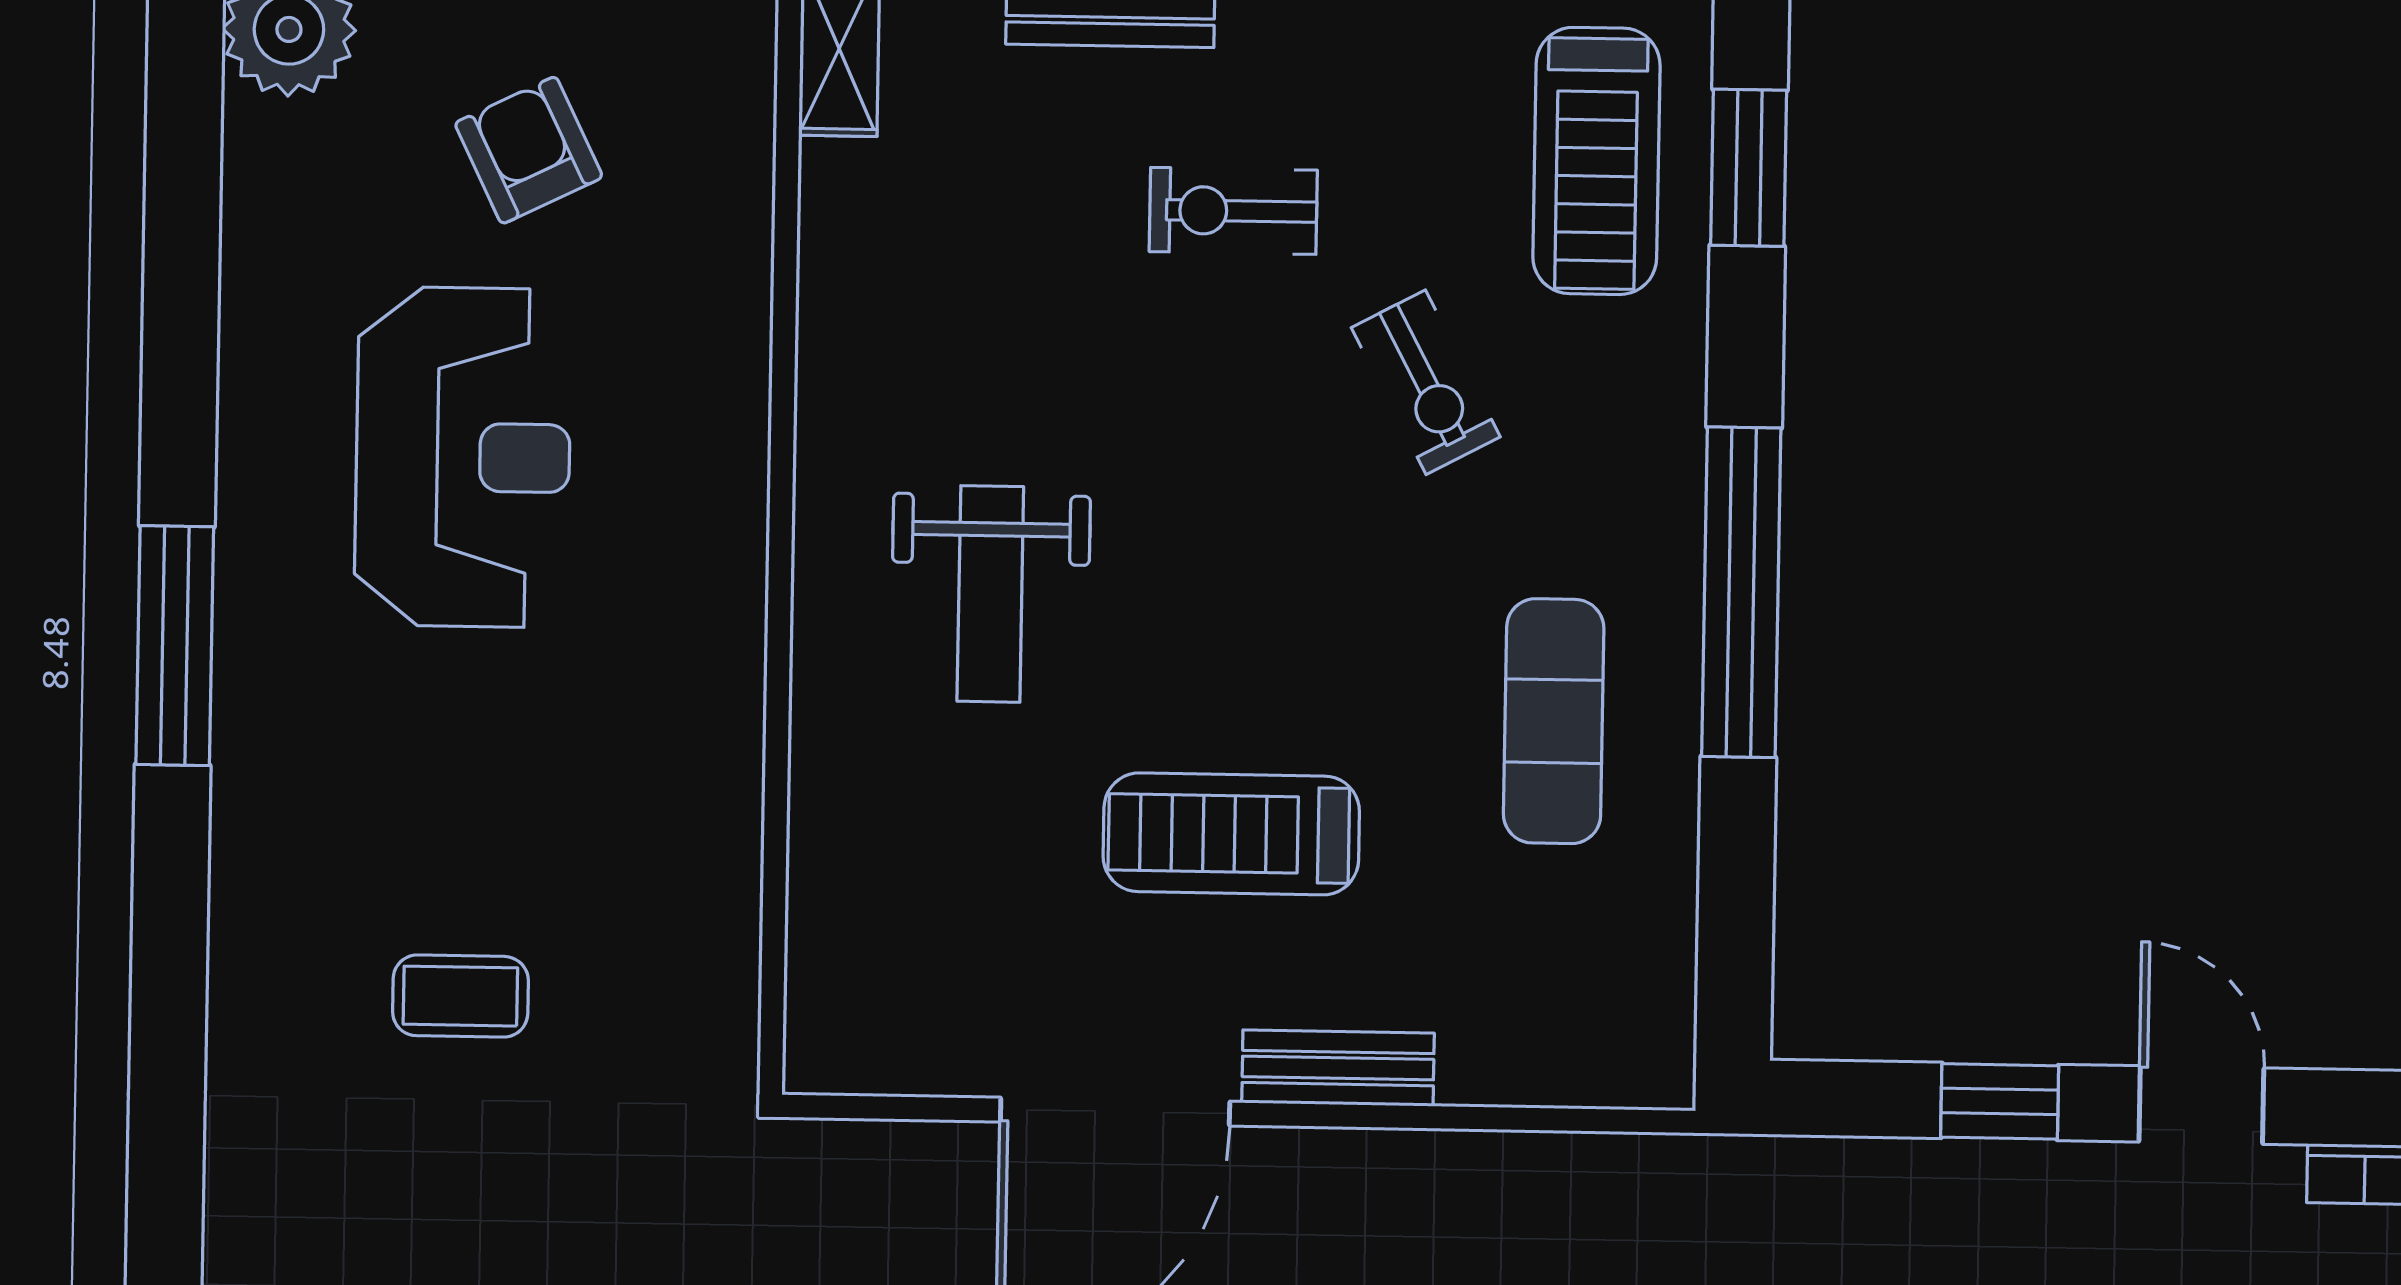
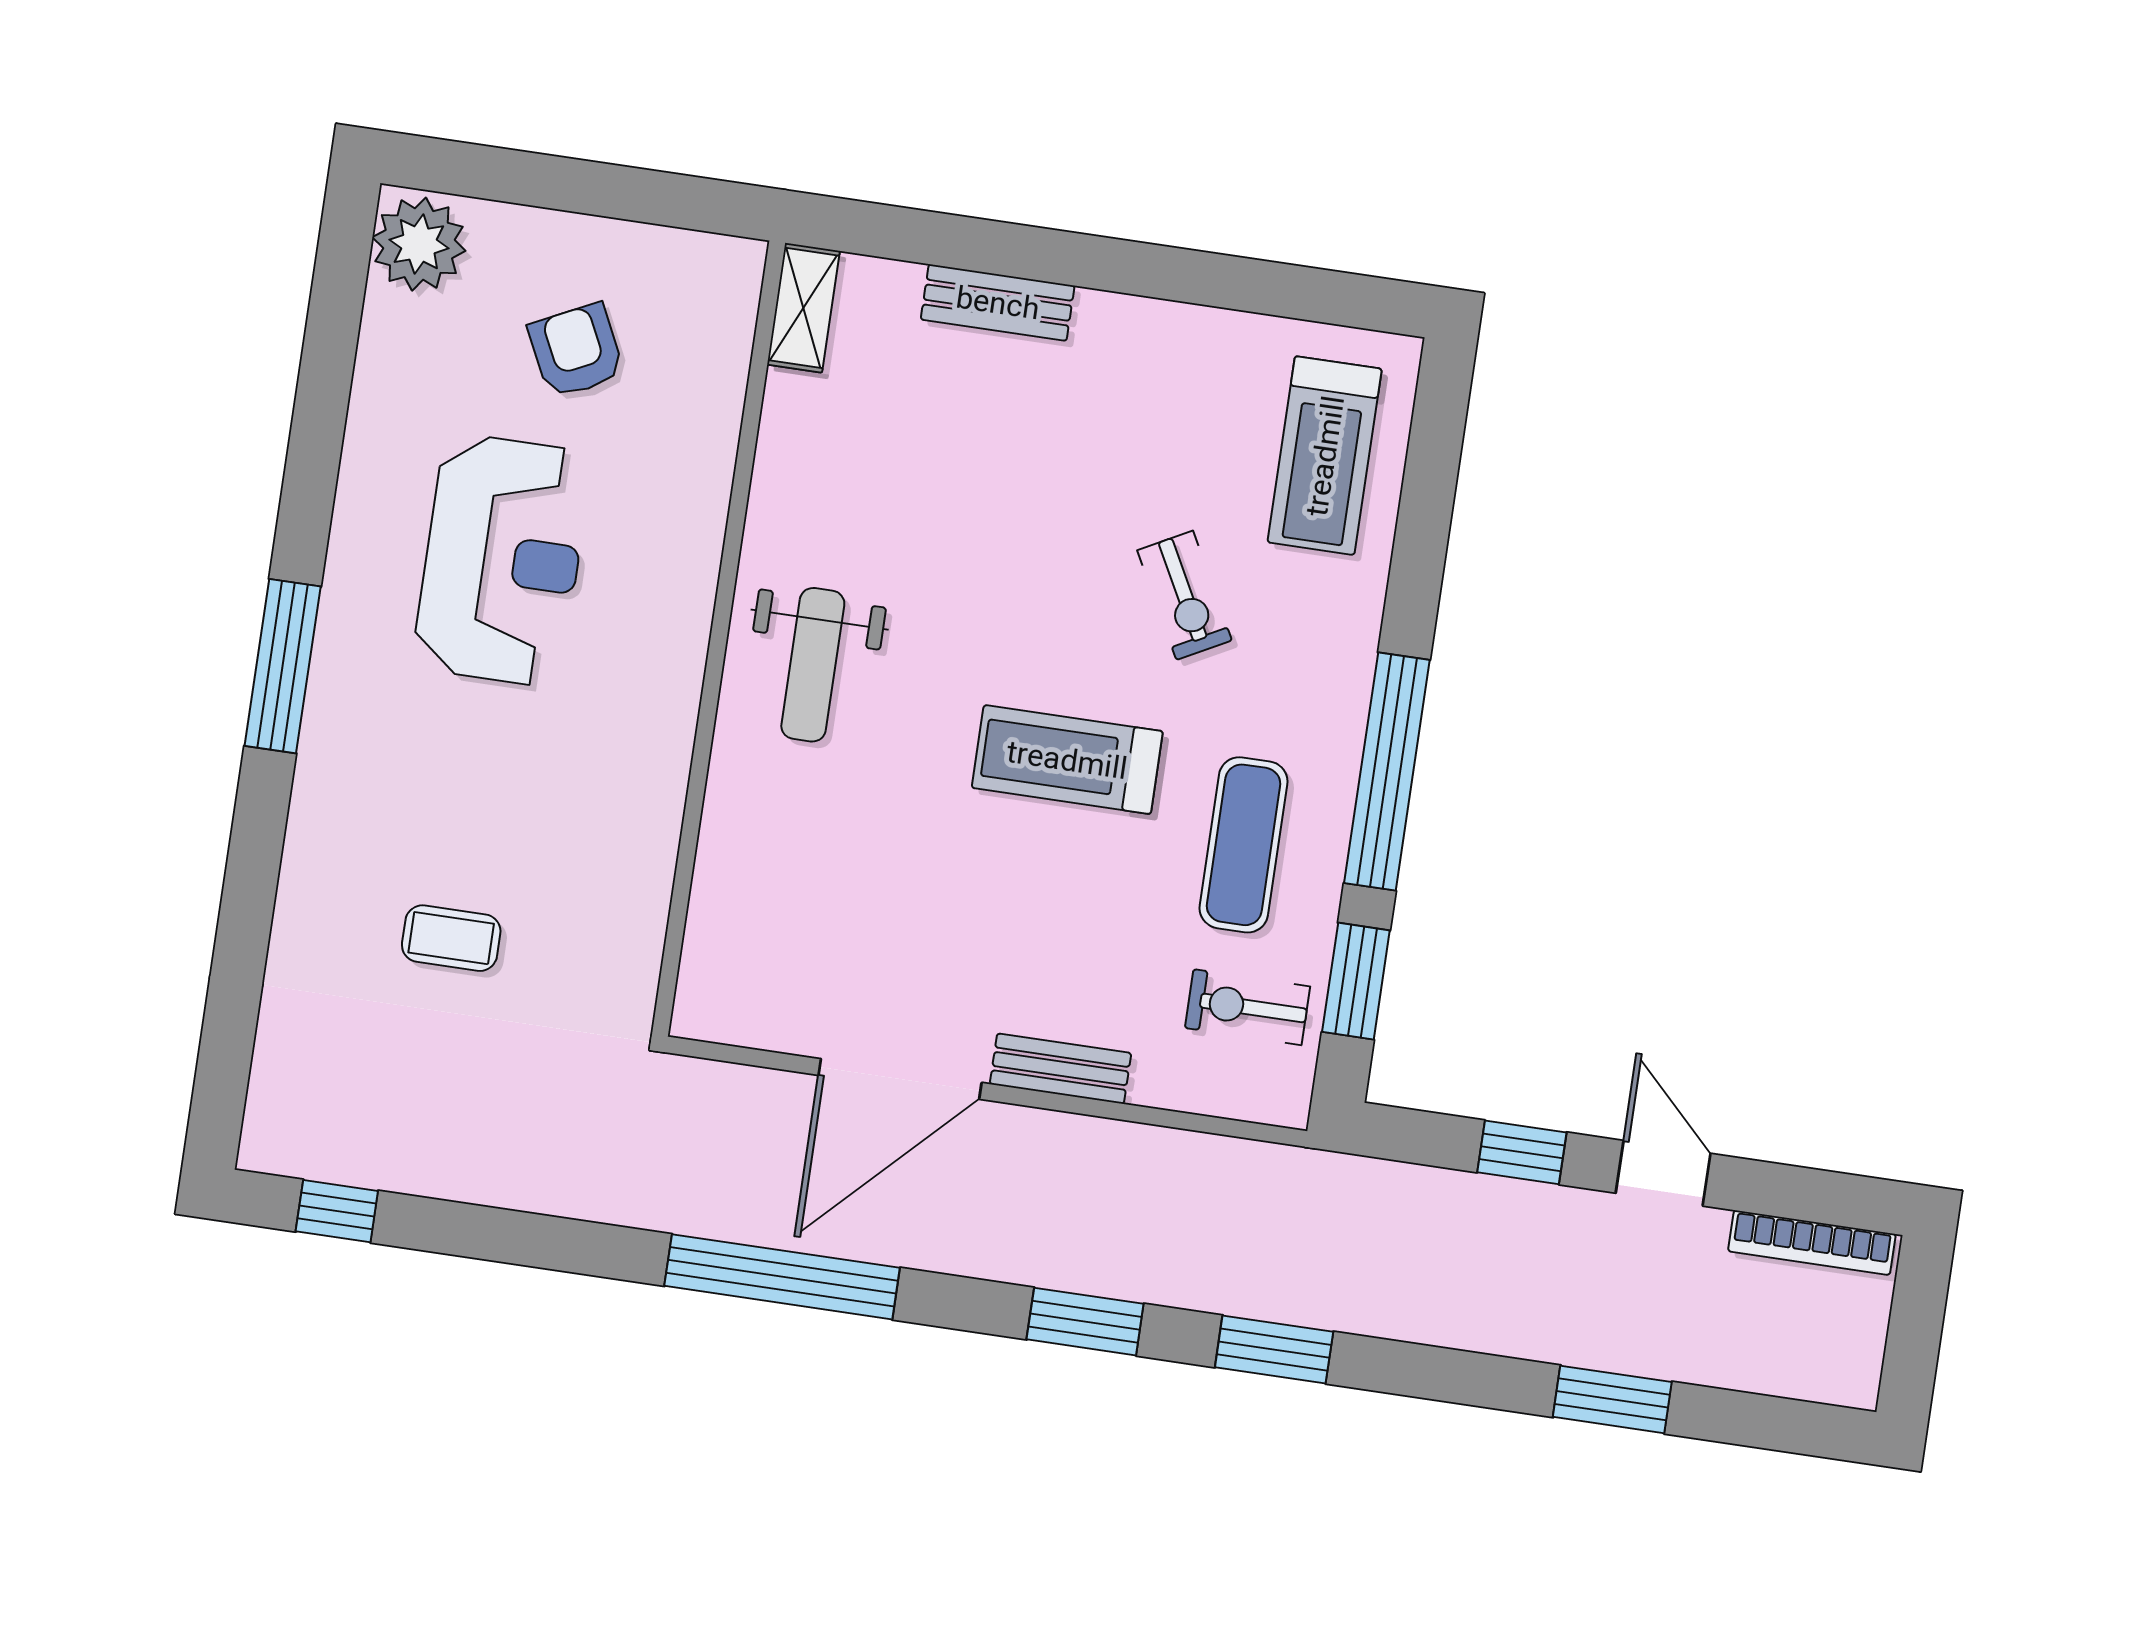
window: (1749, 168) -> (1356, 981), moved
exercise bike: (1233, 211) -> (1247, 1007), moved
weight bench: (990, 594) -> (813, 665), moved
treadmill: (1231, 834) -> (1067, 760), moved

